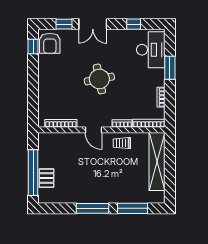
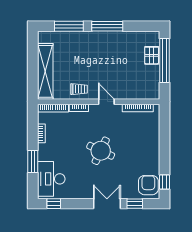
window: (134, 24) -> (54, 204), moved
round table: (99, 79) -> (101, 151), turned 36

